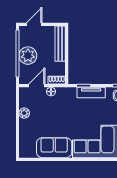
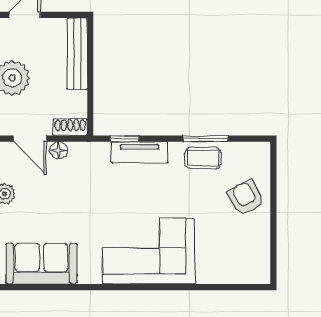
door: (37, 86) -> (30, 139), swing flipped
sofa: (54, 148) -> (41, 264), moved

